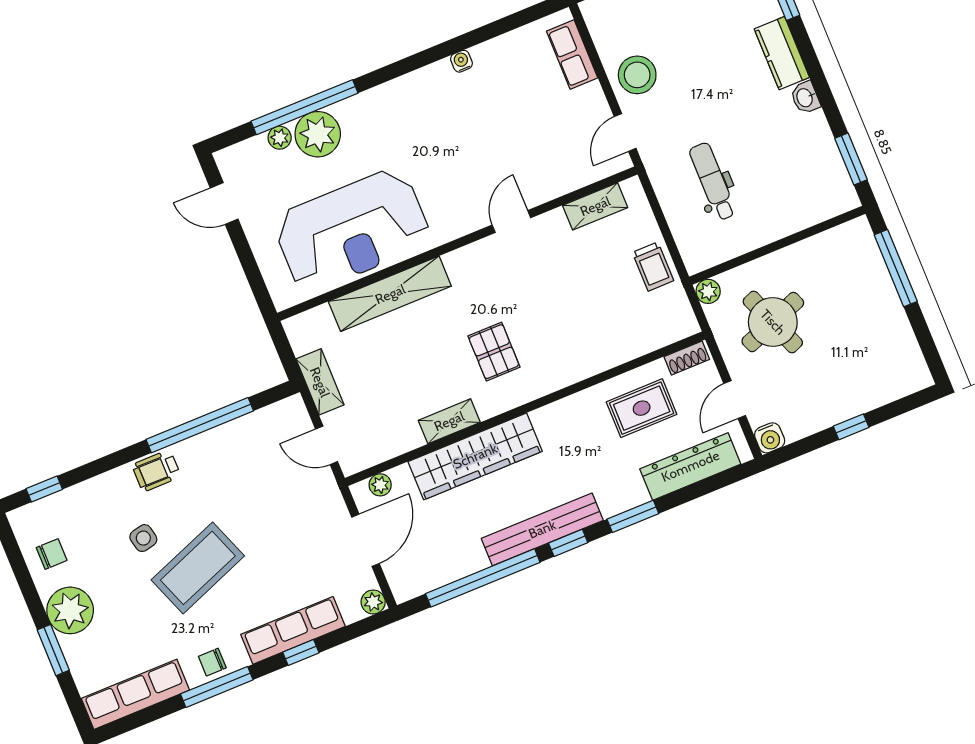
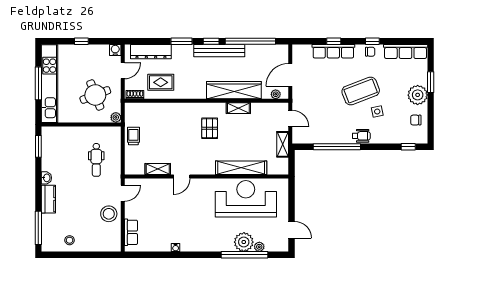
shelving: (595, 206) -> (158, 169), moved
window: (896, 268) -> (38, 83), moved
kitchen unit: (883, 306) -> (50, 84), added
plant: (373, 602) -> (297, 49), removed
window: (217, 687) -> (372, 41), width x0.46

